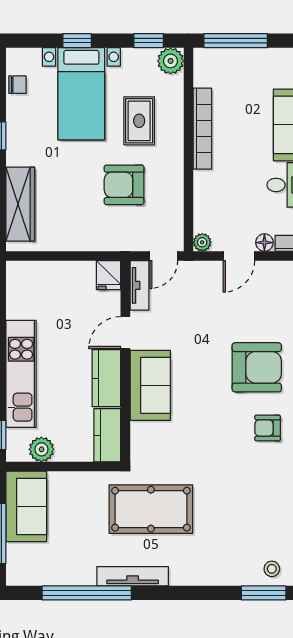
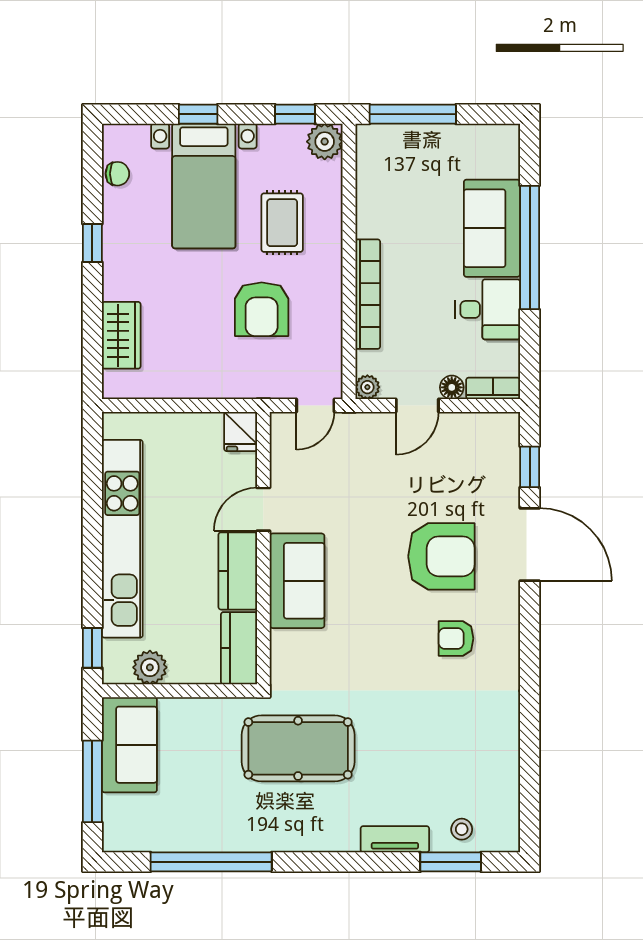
bookcase: (202, 129) -> (368, 294), moved
armchair: (124, 185) -> (262, 309), turned -90
wardrobe: (20, 204) -> (121, 335), width x0.67
tv unit: (139, 285) -> (283, 445), removed
kitchen unit: (21, 374) -> (122, 539), width x1.36
tv unit: (133, 576) -> (395, 839), moved, width x0.71

